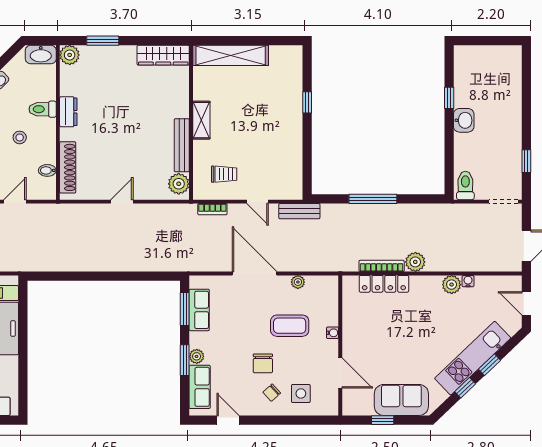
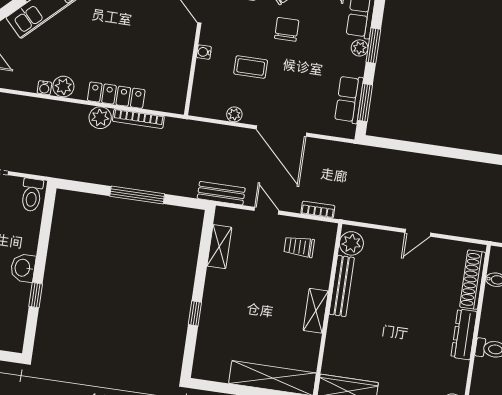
dresser: (68, 112) -> (464, 334), width x1.44
shelving: (294, 164) -> (219, 247), added
locker: (384, 284) -> (116, 95), moved
coffee table: (290, 326) -> (251, 67), width x0.73, depth x0.77

